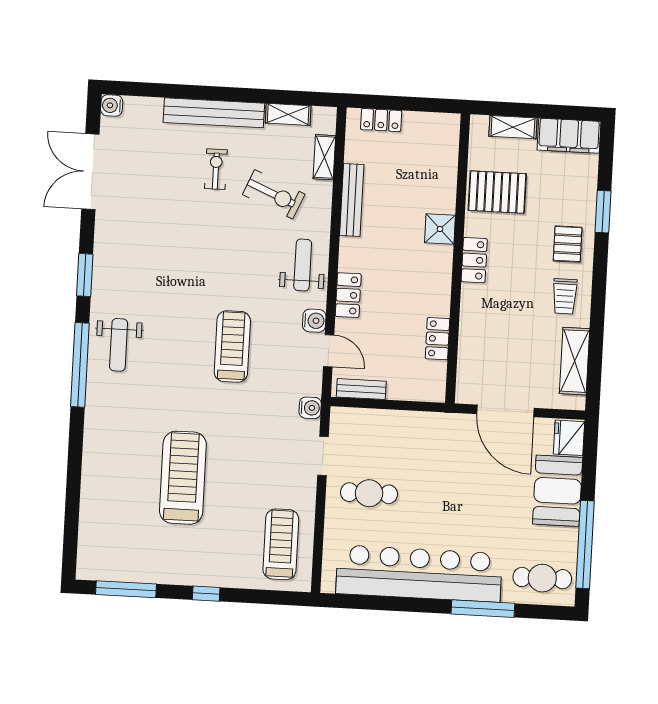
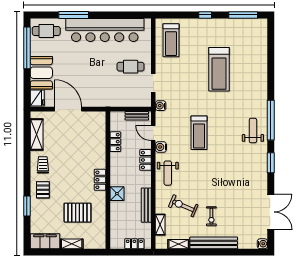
shower: (440, 229) -> (117, 194), moved
wall: (458, 259) -> (108, 180), moved
locker: (474, 260) -> (100, 180), moved
locker: (438, 339) -> (115, 142), moved

